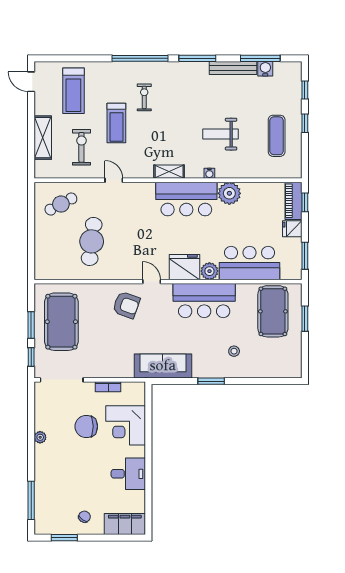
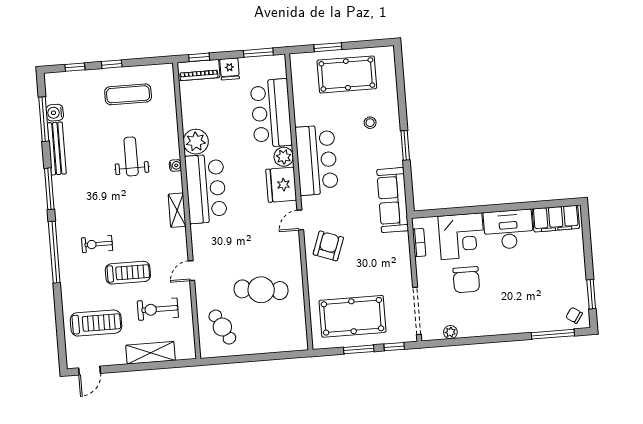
weight bench: (221, 134) -> (131, 156), turned 180
pool table: (273, 311) -> (347, 74), moved
bookcase: (108, 387) -> (419, 243), moved
plant: (40, 437) -> (450, 332), moved
desk: (128, 474) -> (508, 230), width x1.37
chair: (84, 517) -> (574, 315), moved
filing cabinet: (125, 524) -> (556, 219), moved, turned -90

